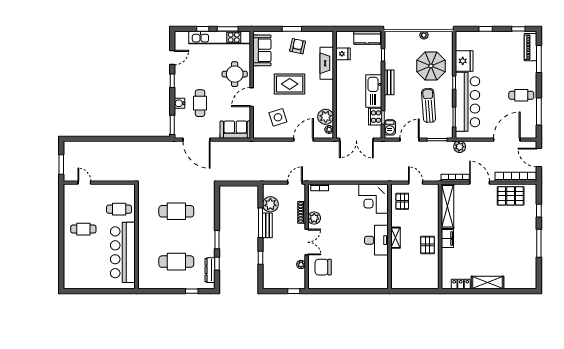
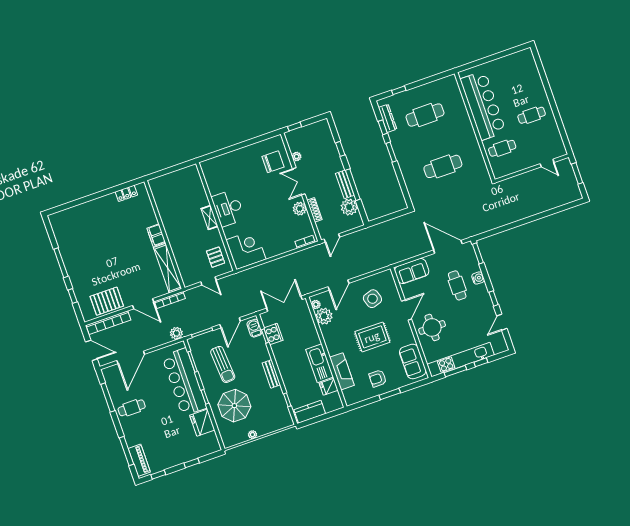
armchair: (298, 46) -> (378, 378), turned 78
kitchen sink: (374, 91) -> (320, 363), moved, turned 180
pallet: (427, 245) -> (174, 221), removed
shelving: (488, 283) -> (99, 204), removed

